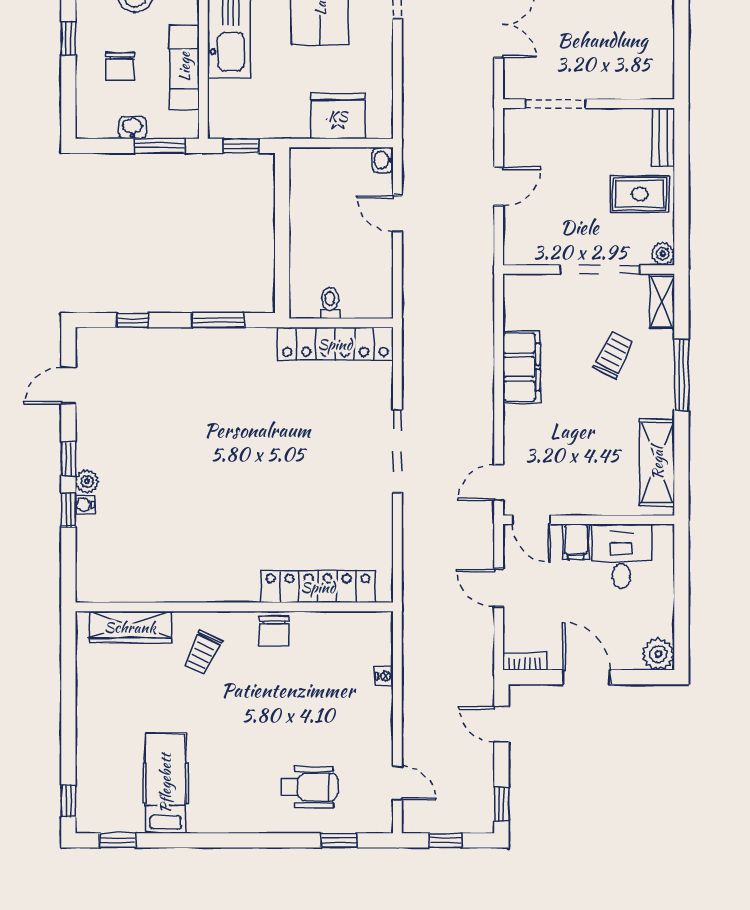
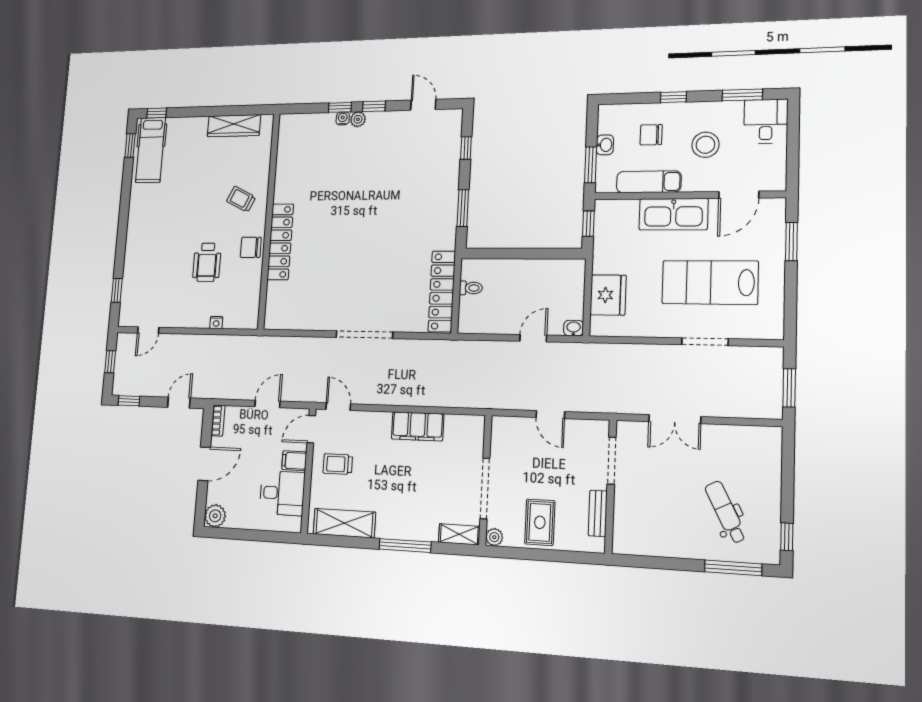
bench: (663, 137) -> (598, 513), moved, turned 90
trolley: (613, 355) -> (338, 464), moved, turned 153
locker: (318, 587) -> (280, 242), moved
wardrobe: (130, 627) -> (234, 126), moved, turned -90
hospital bed: (165, 783) -> (151, 150), moved, turned 90
wheelchair: (309, 787) -> (207, 262), moved

